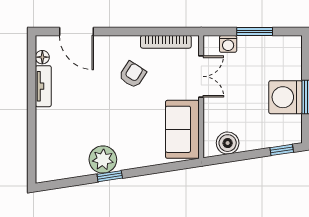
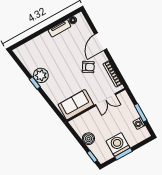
door: (76, 32) -> (101, 42), moved
washing machine: (228, 44) -> (139, 124), moved
boiler: (228, 143) -> (88, 139), moved

